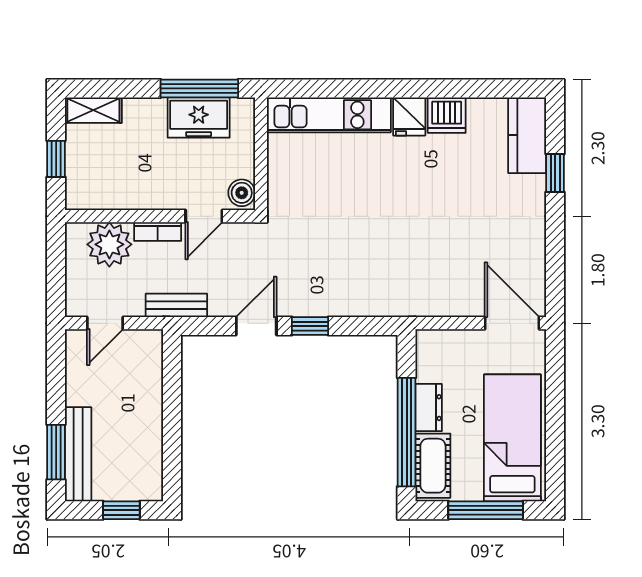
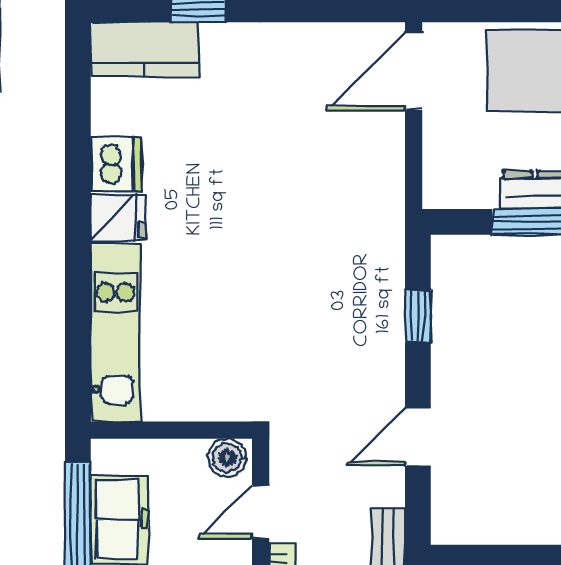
door: (204, 216) -> (261, 512), swing flipped
door: (256, 326) -> (418, 437), hinge flipped
window: (310, 326) -> (418, 316), moved

